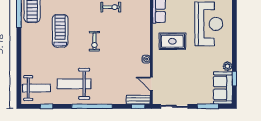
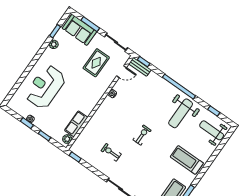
treadmill: (60, 31) -> (187, 160), moved, turned 90
rug: (172, 41) -> (96, 63), moved, turned 90
weight bench: (74, 84) -> (181, 113), turned 90
door: (151, 84) -> (121, 72), hinge flipped
sofa: (223, 88) -> (79, 30), moved, turned 90

